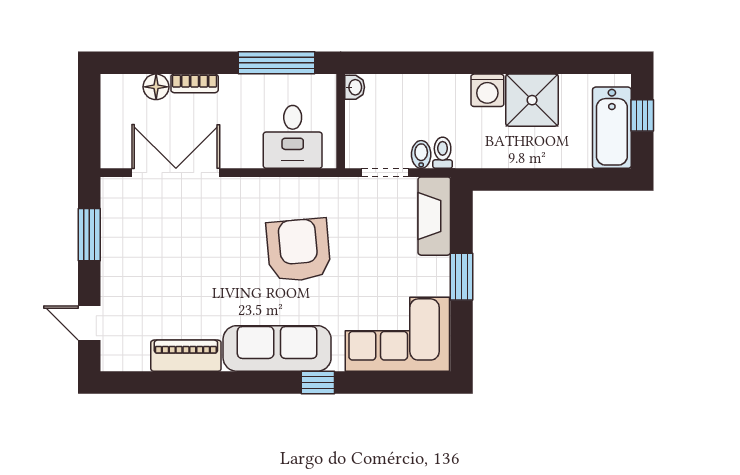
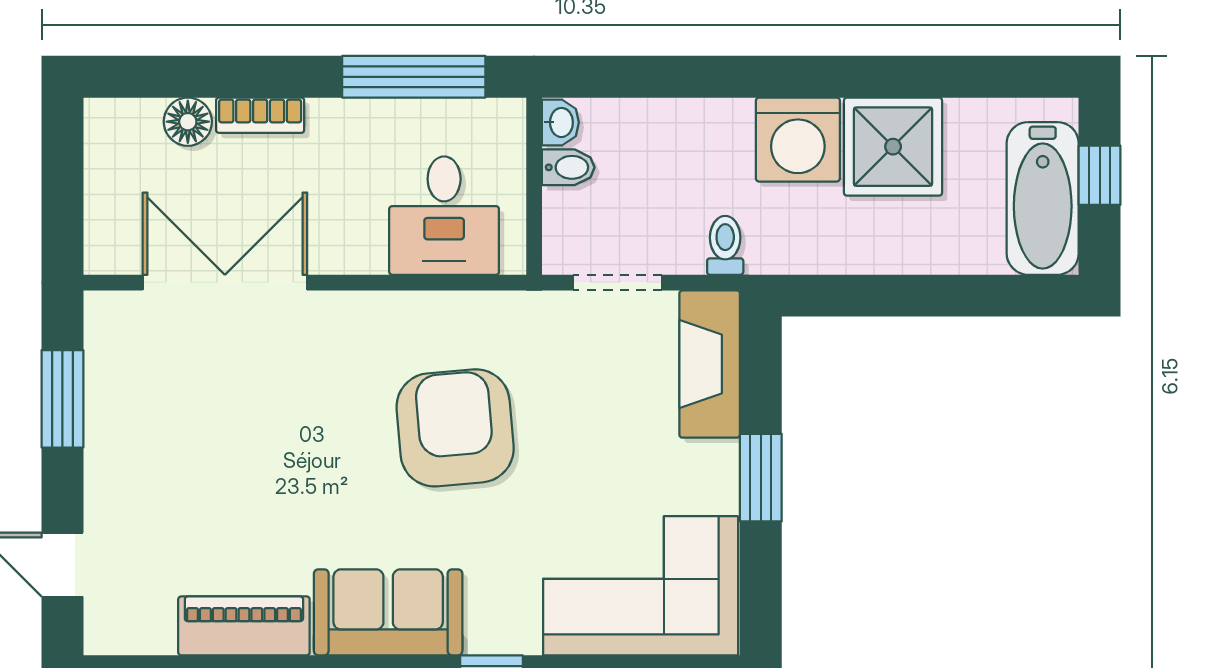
washing machine: (487, 90) -> (798, 140), width x1.37, depth x1.37
bidet: (421, 154) -> (568, 167), moved, turned 90
sofa: (277, 348) -> (388, 612), width x0.73

